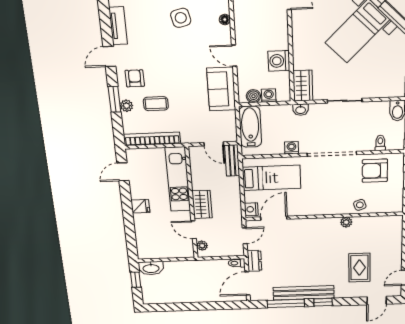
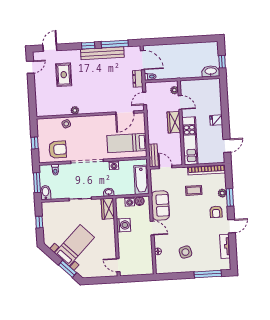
coffee table: (156, 104) -> (194, 190), moved
nightstand: (251, 209) -> (140, 119), removed
door: (248, 283) -> (142, 60), hinge flipped

